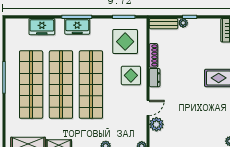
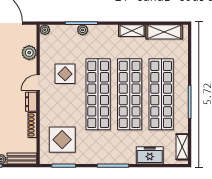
freezer: (77, 26) -> (113, 156), removed
shelving: (11, 35) -> (182, 147), added
display table: (131, 75) -> (65, 74), moved
door: (148, 108) -> (38, 83), moved

